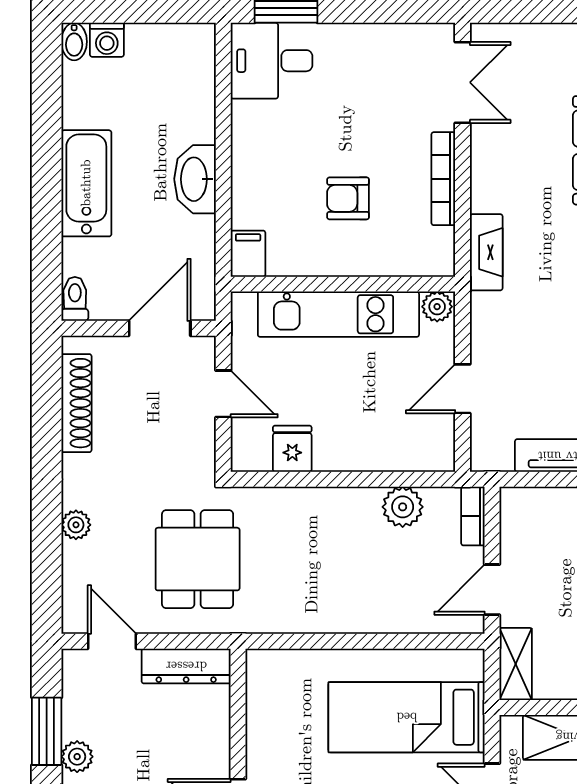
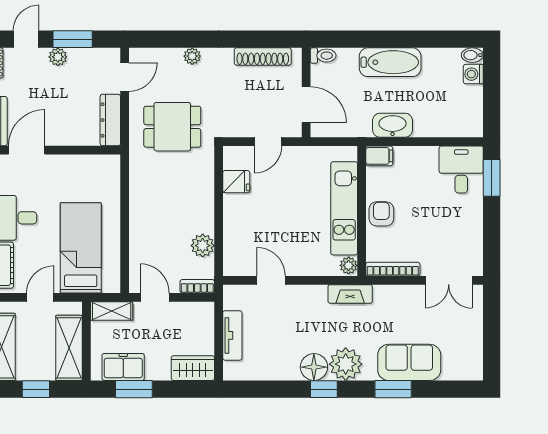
filing cabinet: (248, 254) -> (379, 156), moved
wall: (343, 284) -> (362, 211), moved
plant: (437, 307) -> (349, 265), moved
kitchen unit: (338, 314) -> (344, 208), moved

